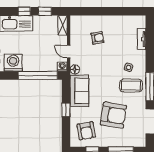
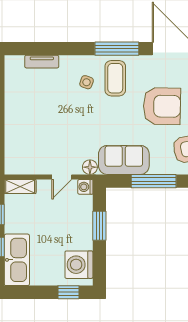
armchair: (97, 38) -> (40, 131), removed
window: (38, 75) -> (99, 226), width x0.47
window: (66, 110) -> (154, 181), width x2.17
armchair: (113, 115) -> (162, 106), turned 82

